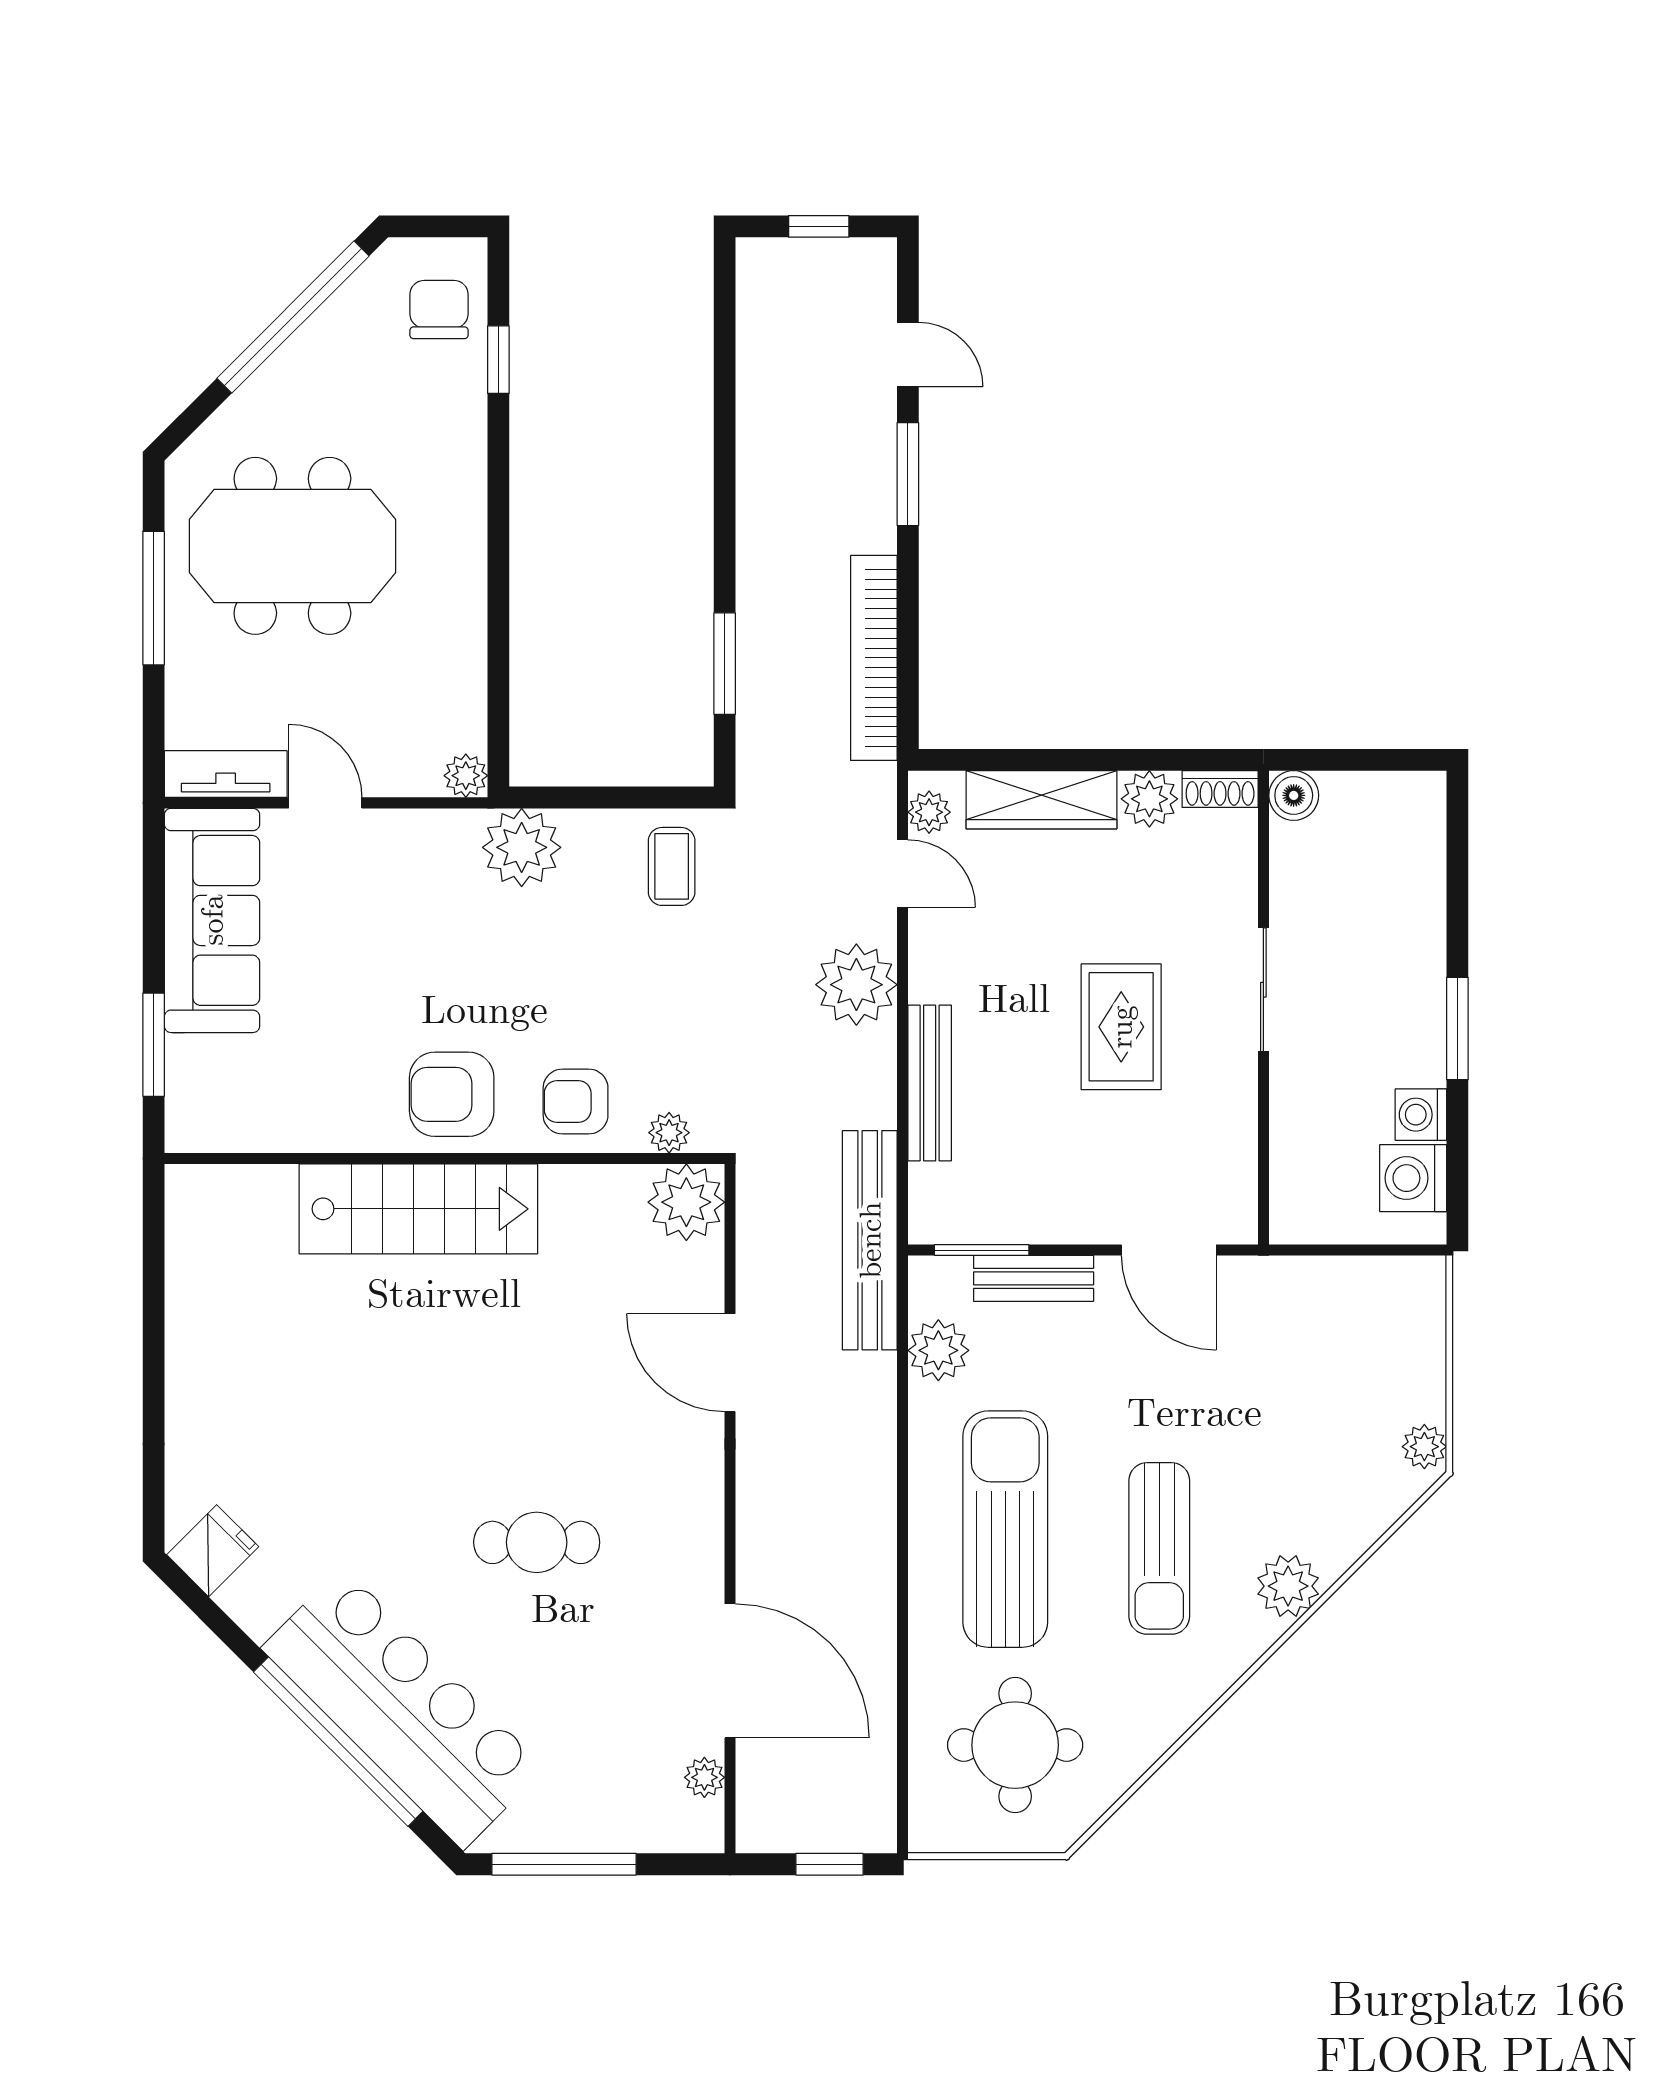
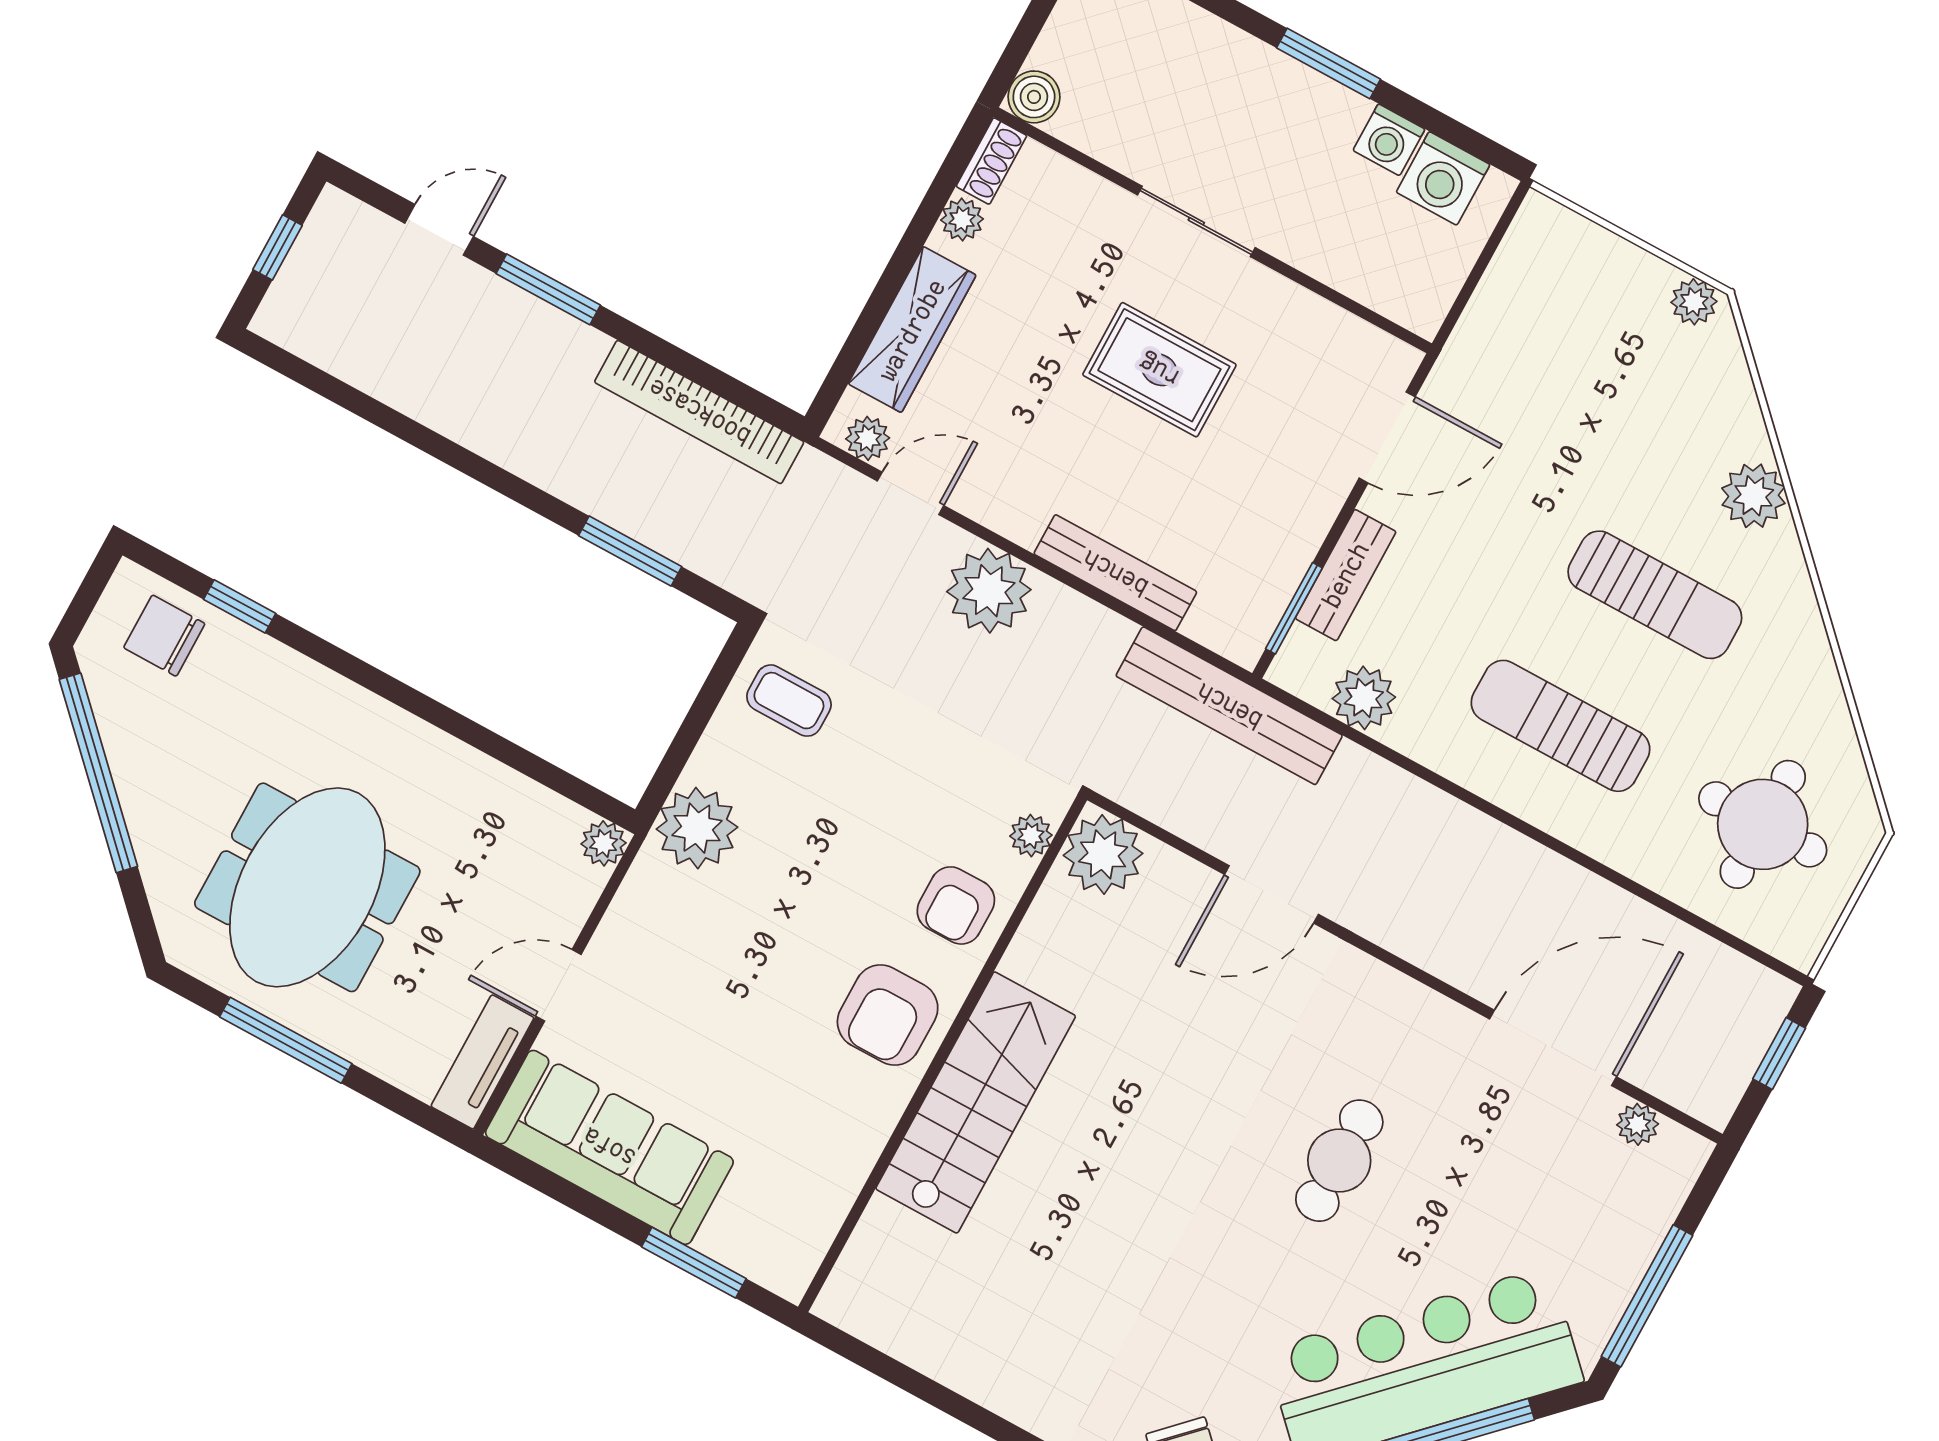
plant: (1149, 799) -> (962, 220), width x0.73, depth x0.73
sun lounger: (1005, 1529) -> (1560, 726), width x0.73, depth x0.75

